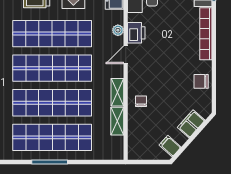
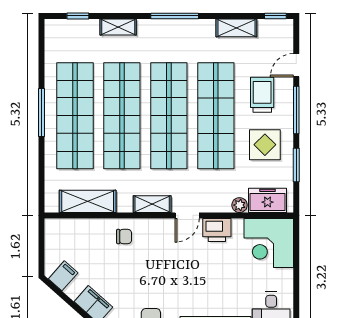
plant: (118, 30) -> (240, 205), moved
door: (126, 55) -> (187, 215), swing flipped
shelving: (117, 92) -> (152, 204), moved
shelving: (117, 121) -> (88, 201), width x1.50, depth x1.33

